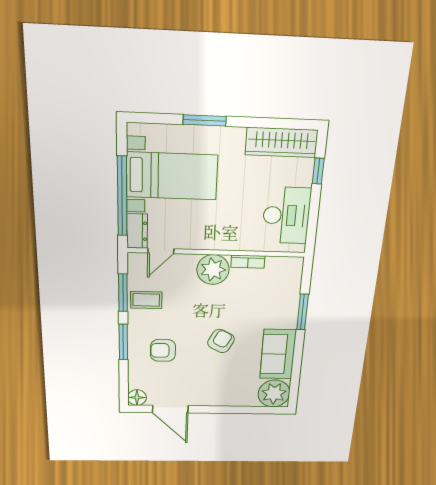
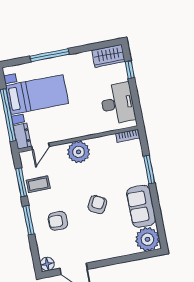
window: (205, 120) -> (50, 55), width x1.44
wardrobe: (282, 142) -> (108, 56), width x0.67
bookcase: (248, 262) -> (128, 136), moved

